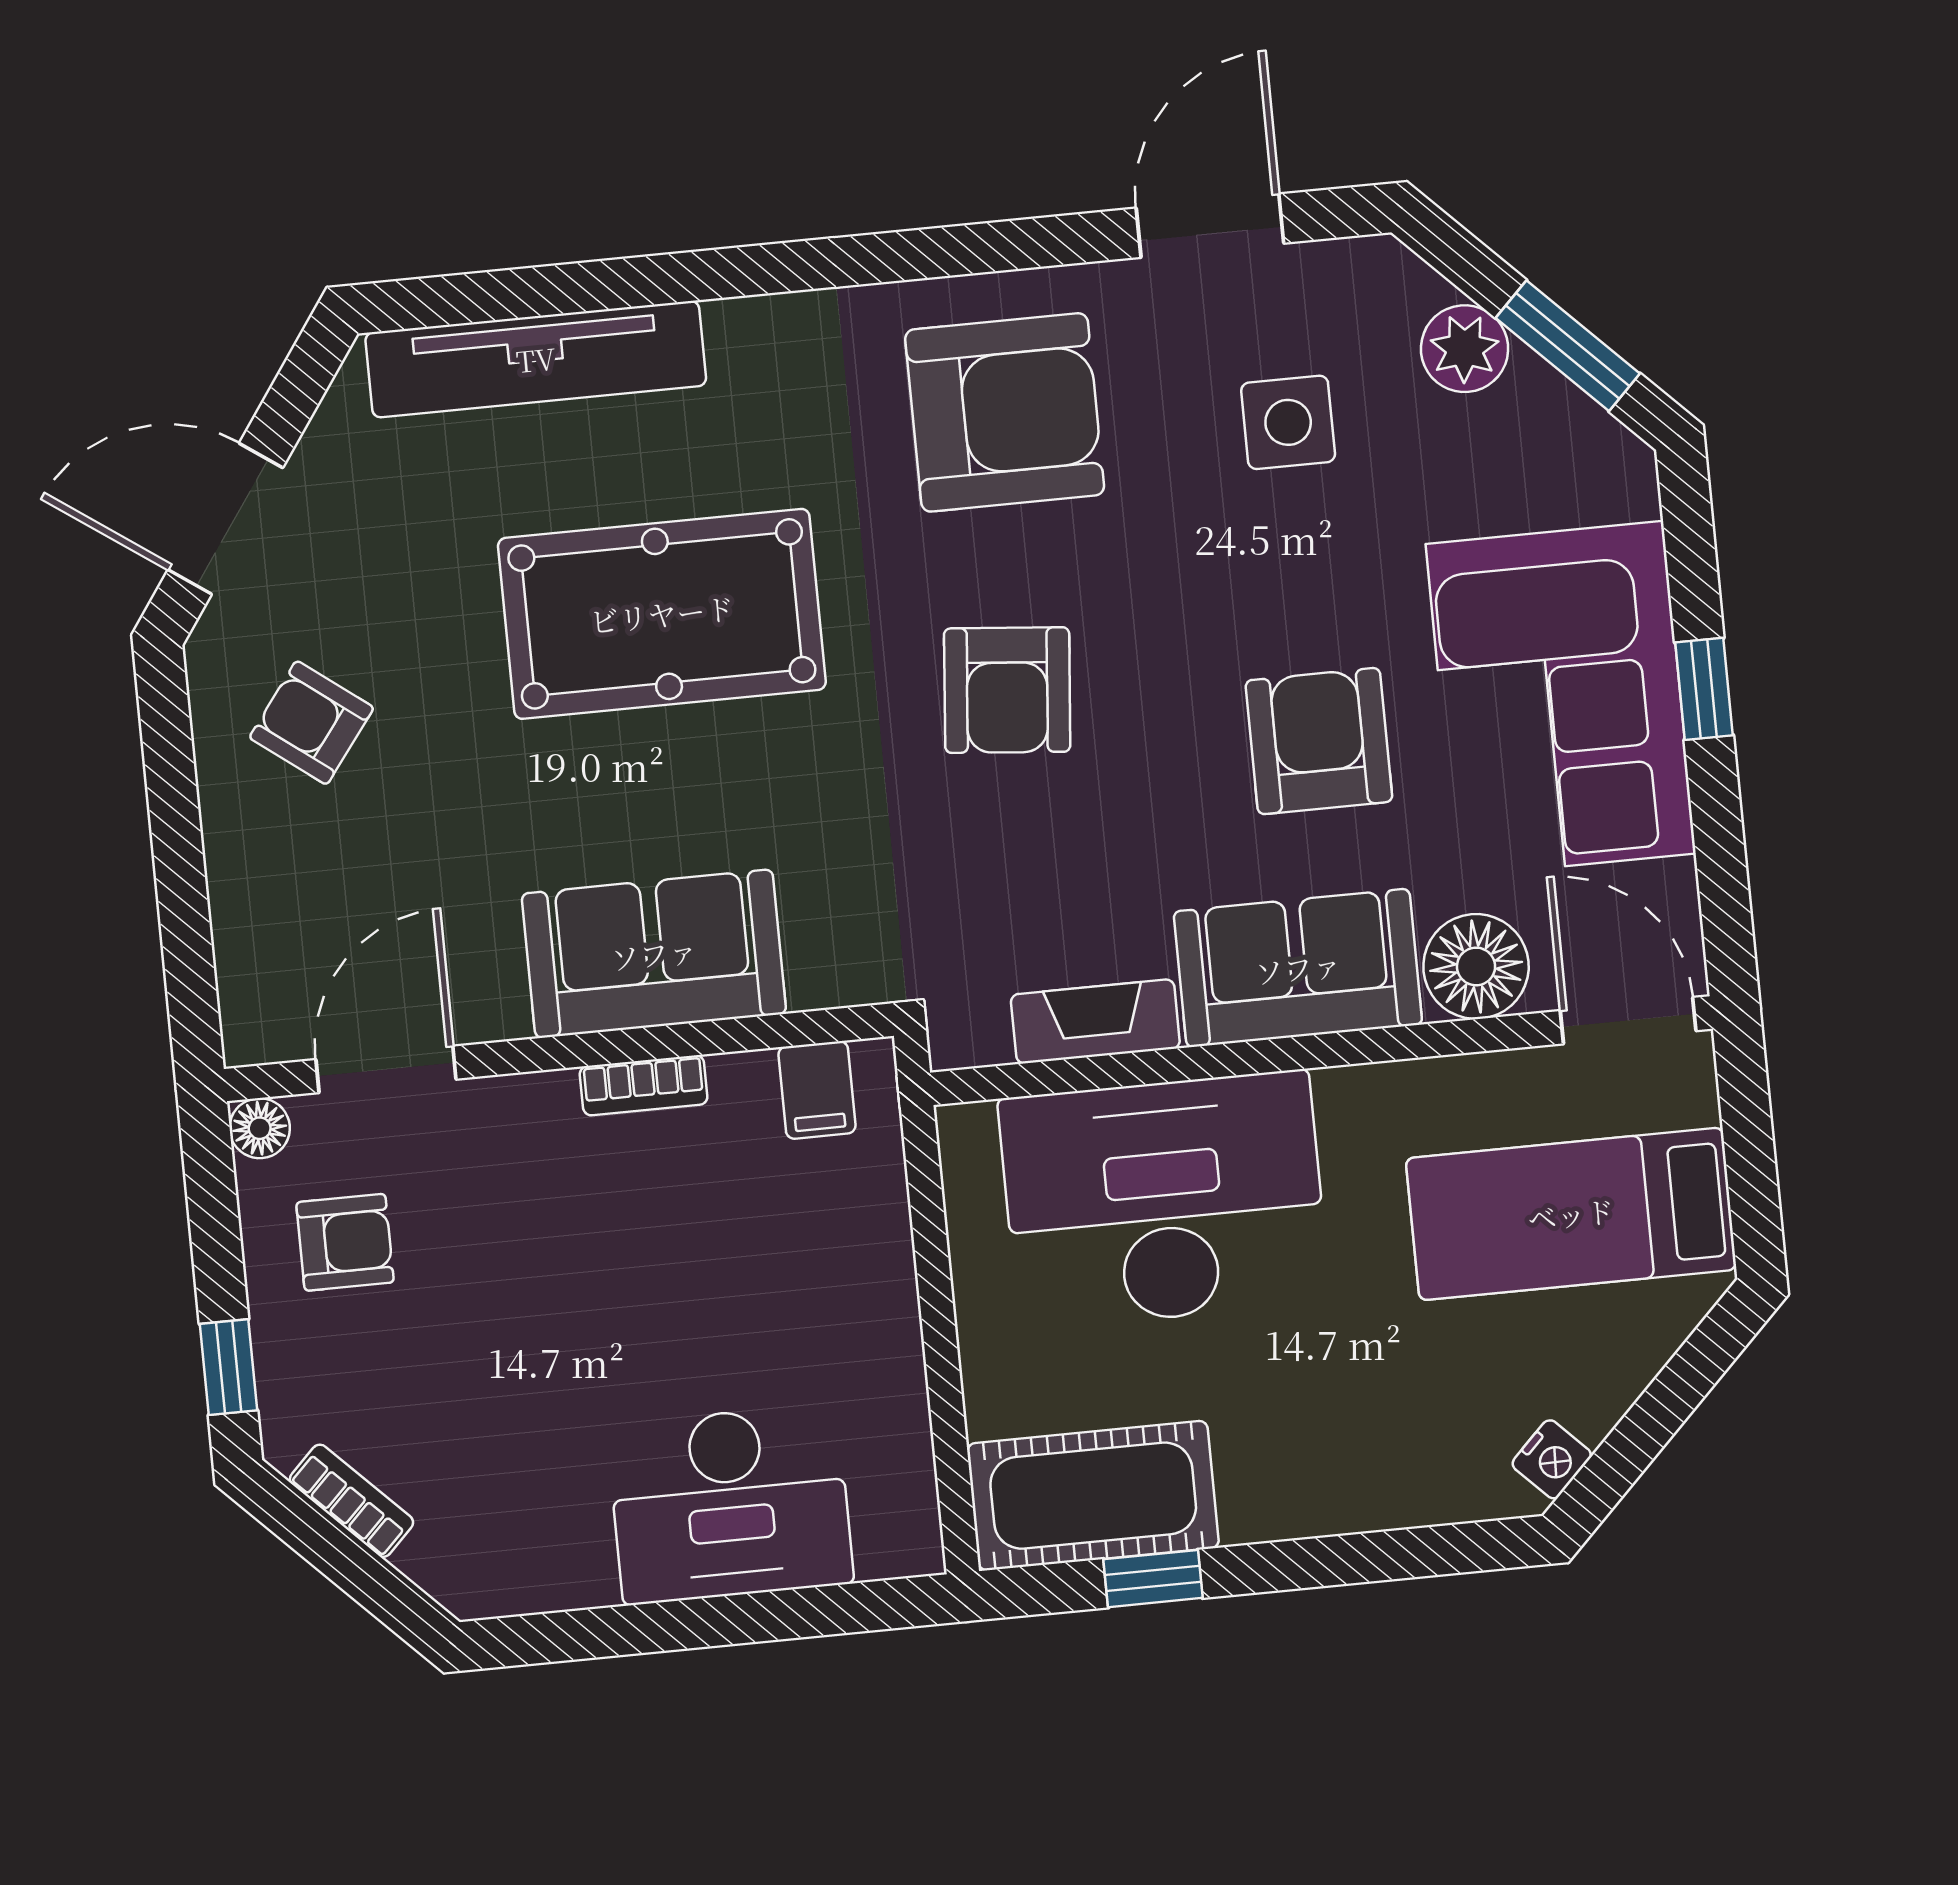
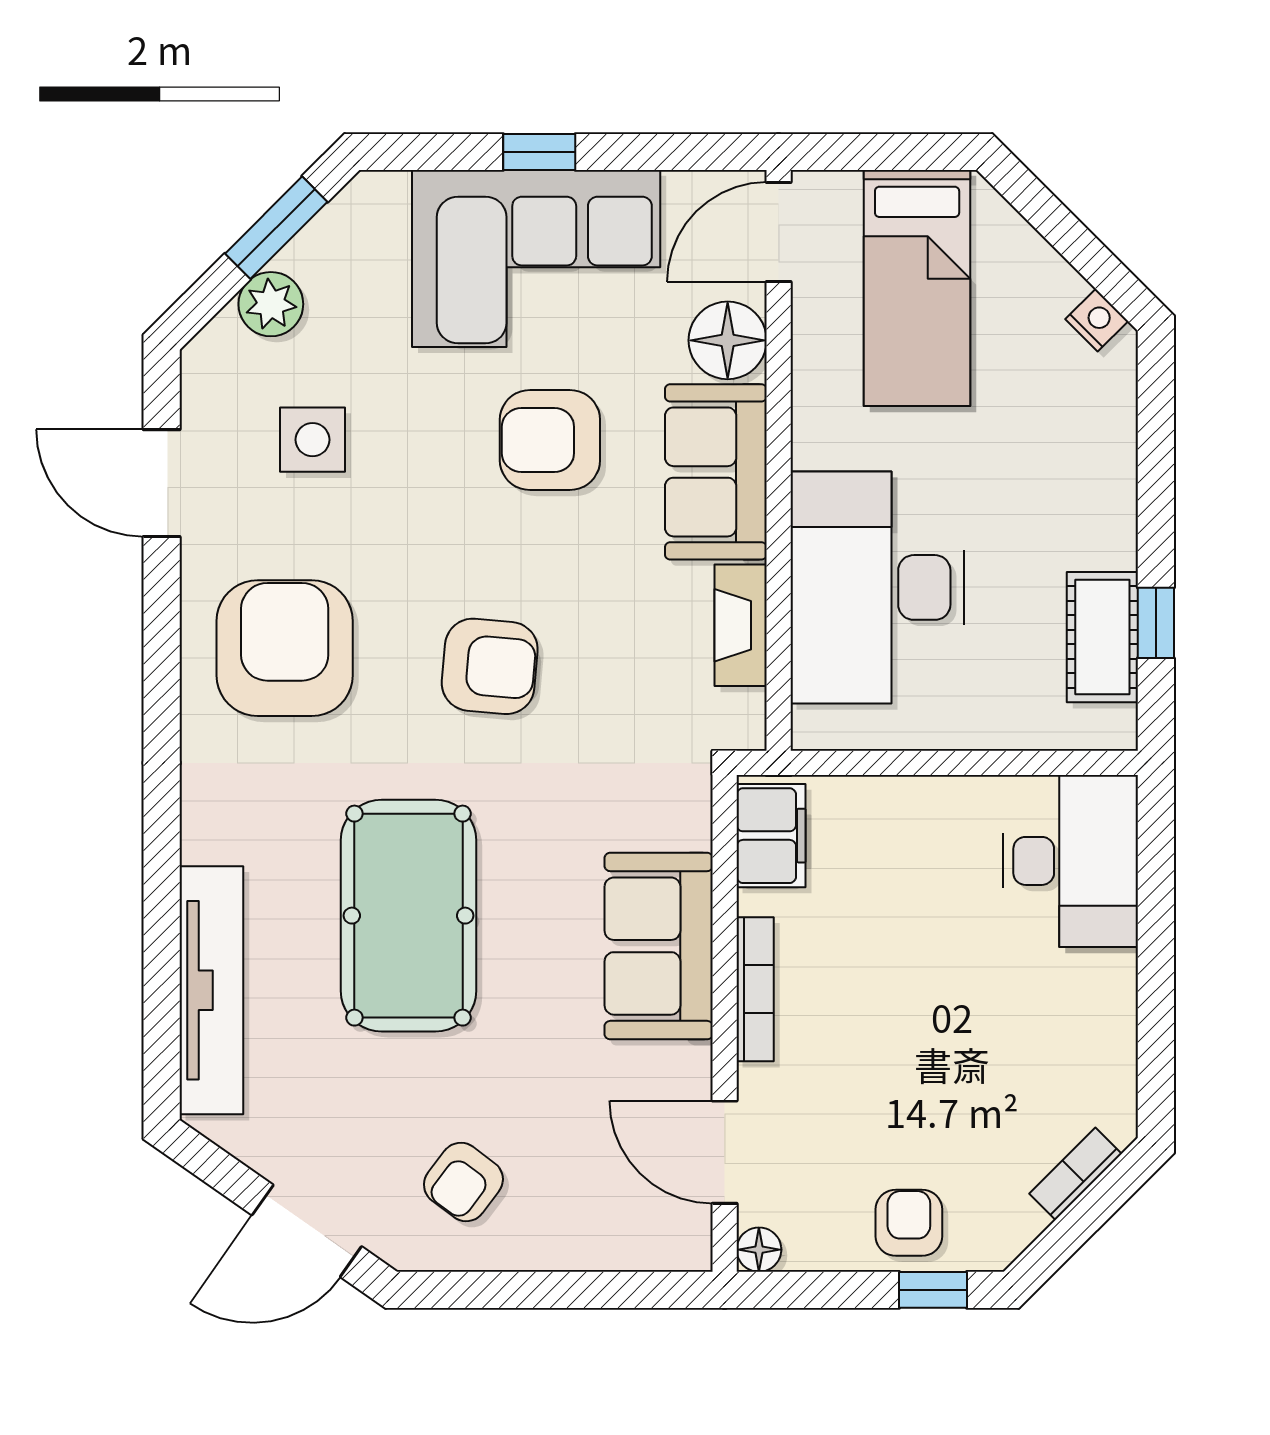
door: (225, 519) -> (307, 1231), hinge flipped
bookcase: (644, 1085) -> (755, 989), width x1.56
filing cabinet: (817, 1090) -> (771, 836), width x2.00
armchair: (345, 1242) -> (909, 1223), moved
cot: (1093, 1496) -> (1102, 637), width x0.73, depth x0.75
bookcase: (351, 1501) -> (1076, 1174), moved
desk: (730, 1504) -> (1070, 861), moved

